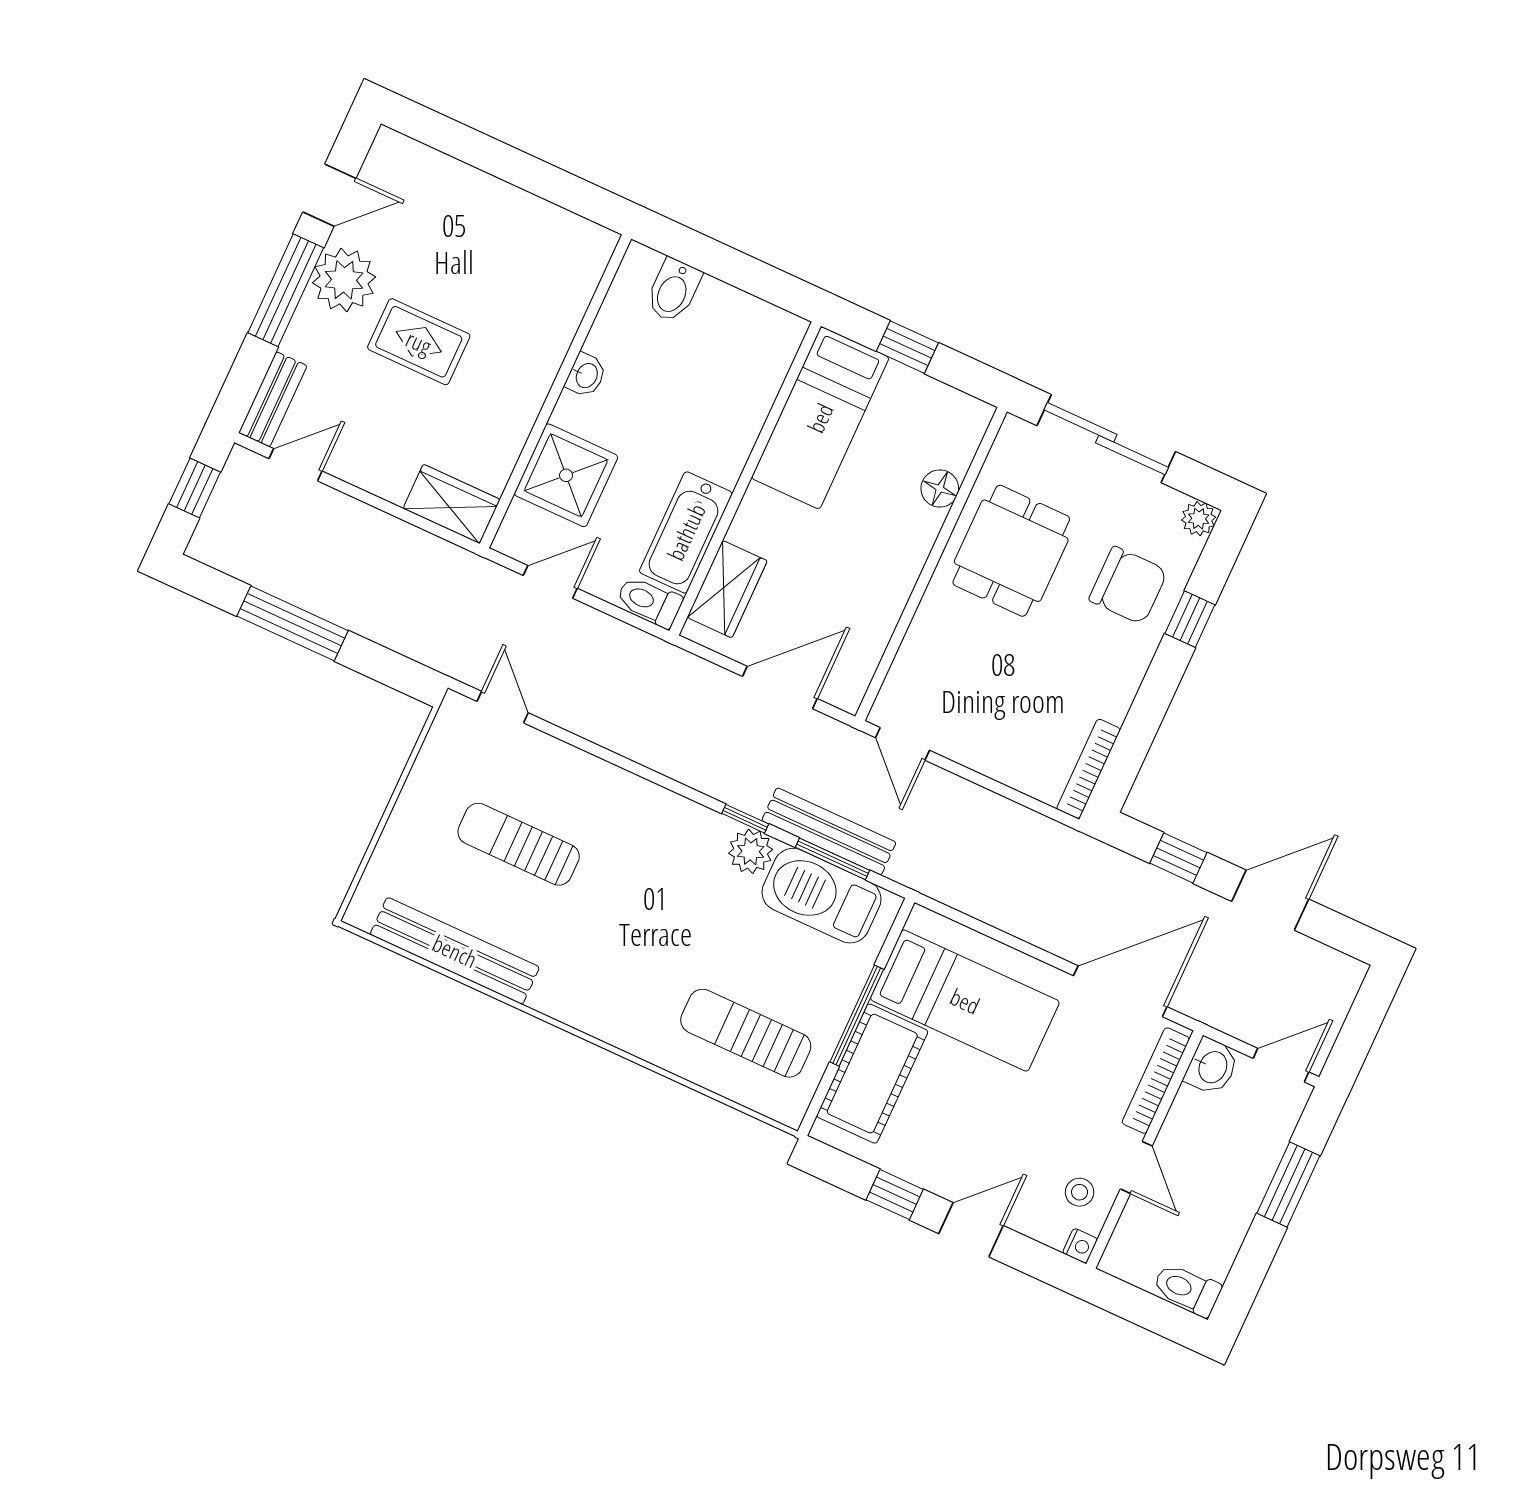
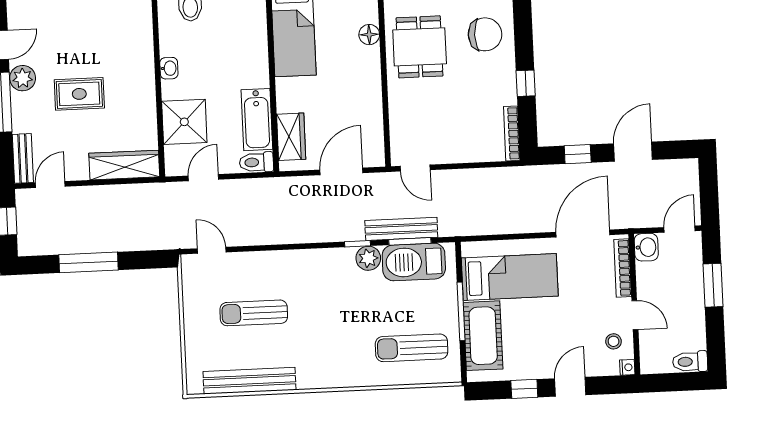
plant: (344, 280) -> (23, 78), width x0.73, depth x0.73
wardrobe: (451, 504) -> (124, 165), width x1.50
window: (1190, 619) -> (526, 83), moved

